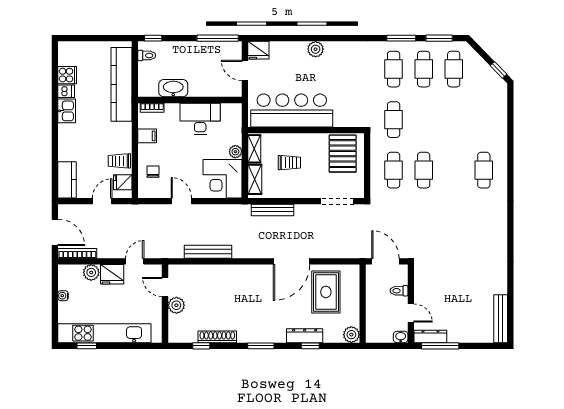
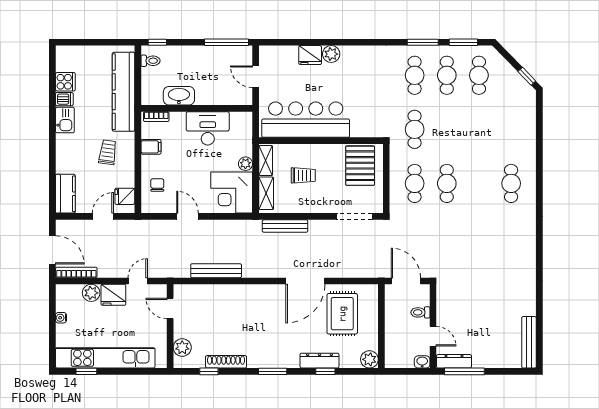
fridge: (258, 50) -> (310, 55), moved
trolley: (119, 161) -> (108, 152), moved, turned 98
plant: (176, 305) -> (182, 347), moved

